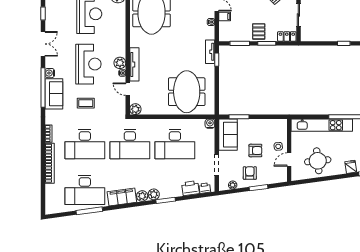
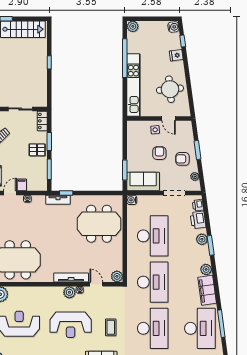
reception desk: (88, 64) -> (71, 325), turned 180
door: (128, 89) -> (96, 284), swing flipped
plant: (154, 194) -> (202, 239), moved

